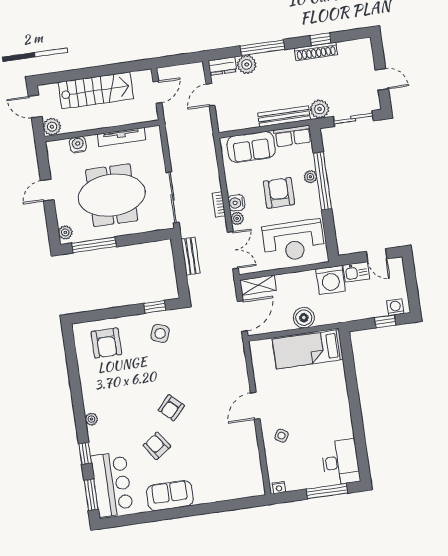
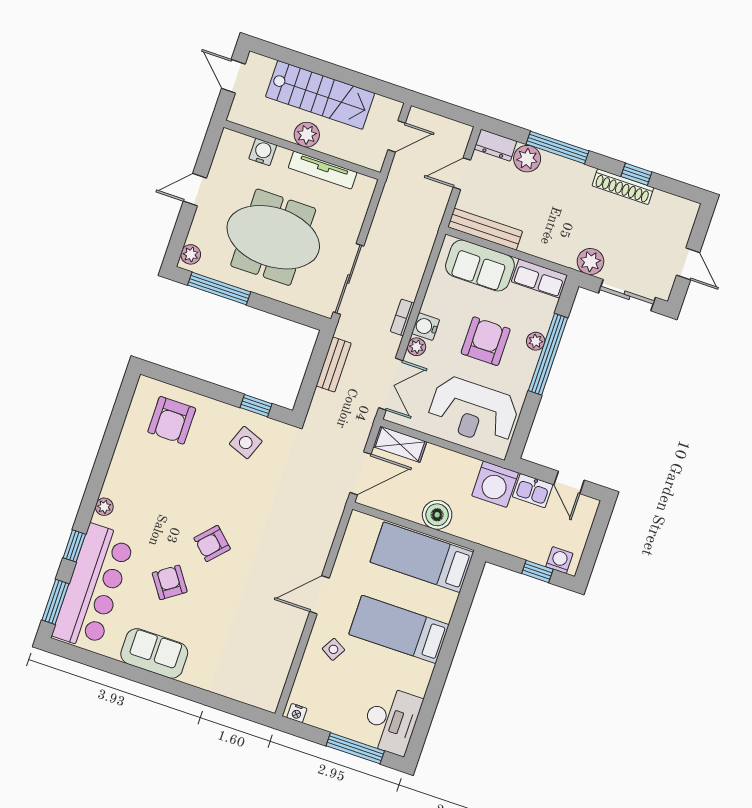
bench: (284, 116) -> (485, 229), moved
plant: (52, 127) -> (307, 135), moved
bed: (316, 402) -> (399, 629), added
bar counter: (112, 484) -> (94, 587), width x1.36

